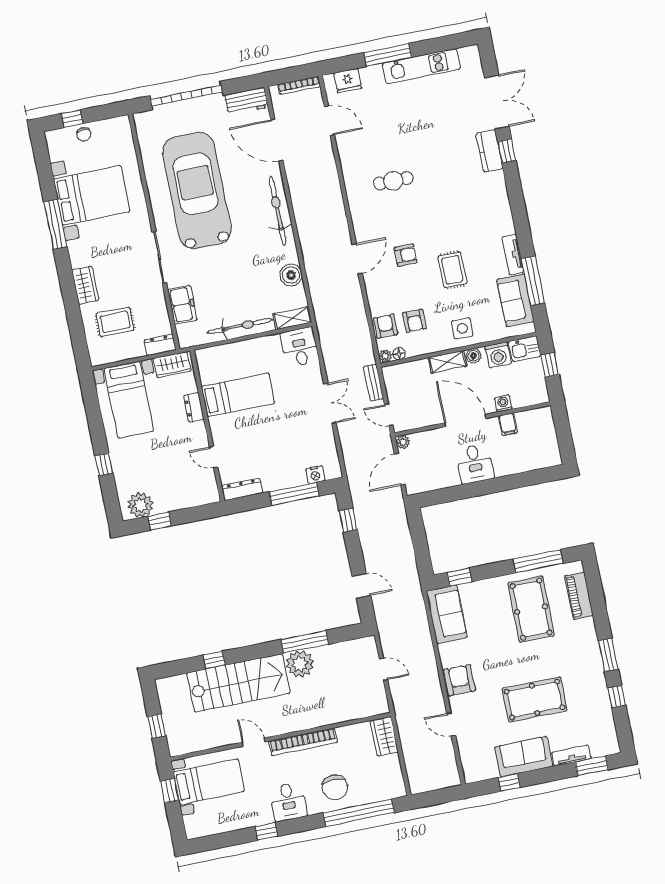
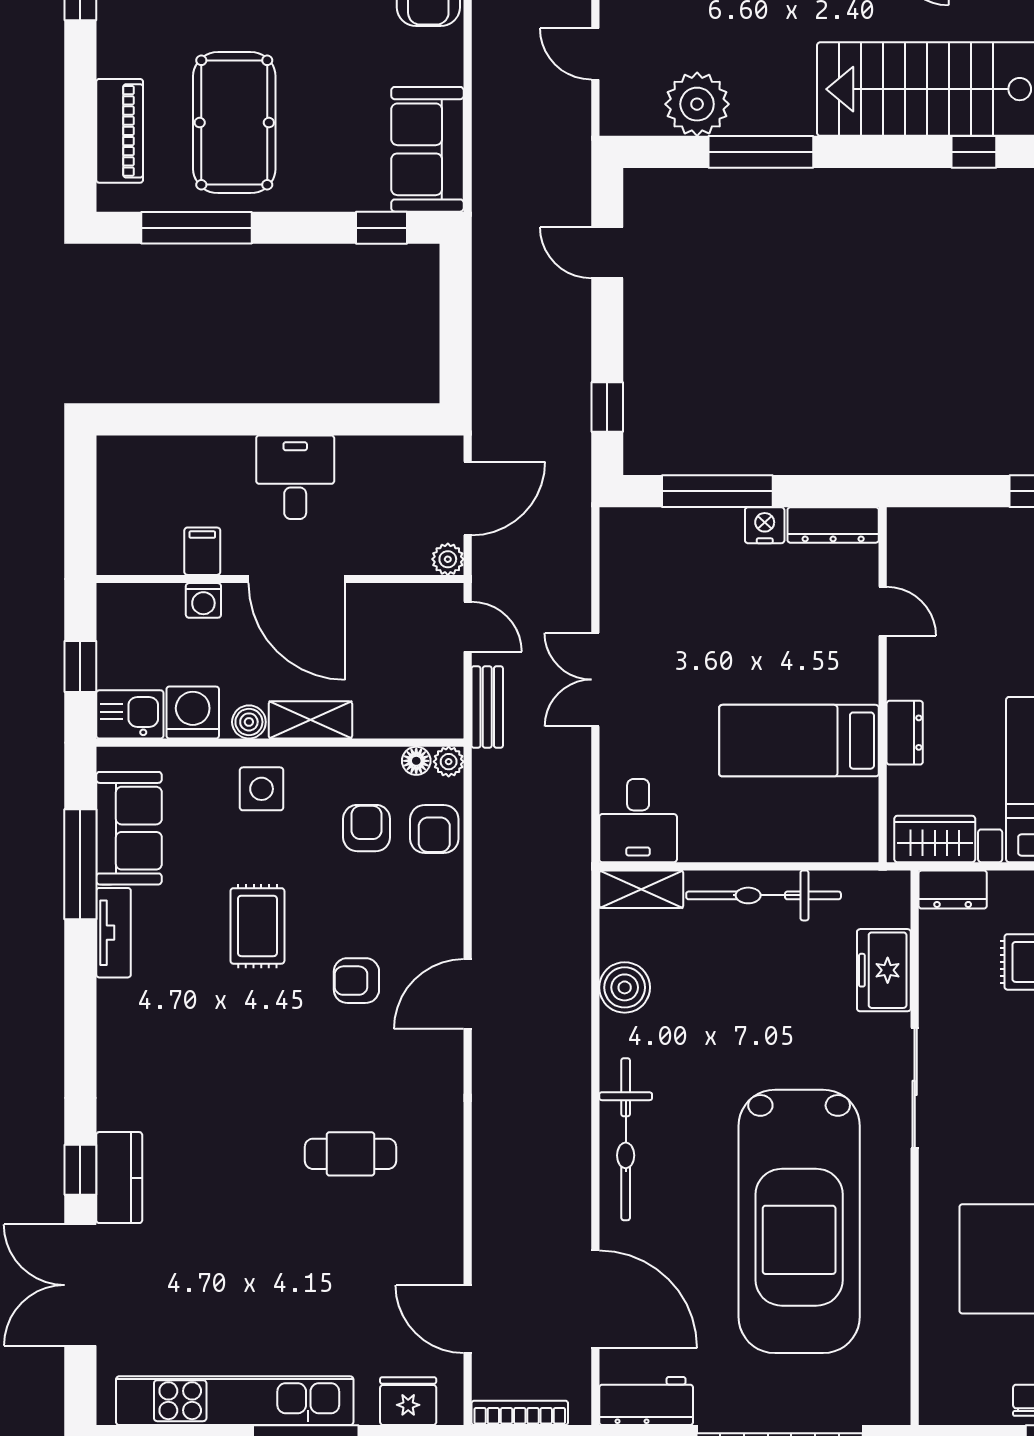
kitchen unit: (421, 66) -> (235, 1401), width x1.36
nightstand: (315, 475) -> (765, 525), moved
plant: (300, 664) -> (697, 104), moved

